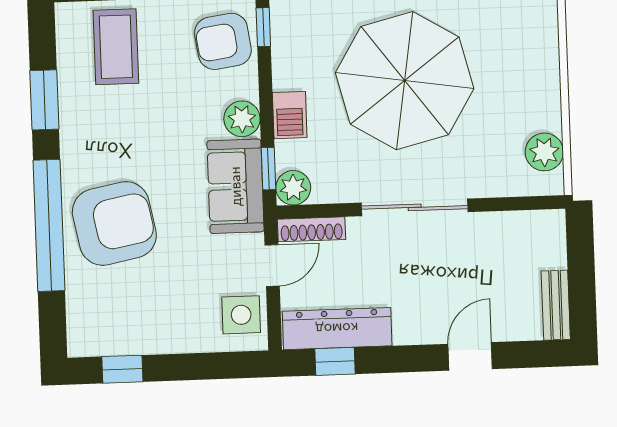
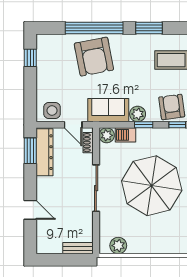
barbecue: (290, 115) -> (126, 135), moved
window: (269, 169) -> (144, 125), moved
shoe rack: (312, 229) -> (88, 143), width x0.70
bench: (556, 305) -> (78, 248), moved
window: (335, 361) -> (30, 151), width x1.50

